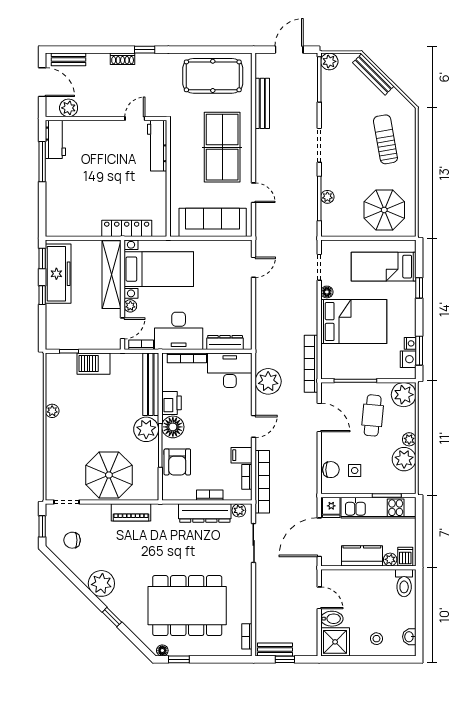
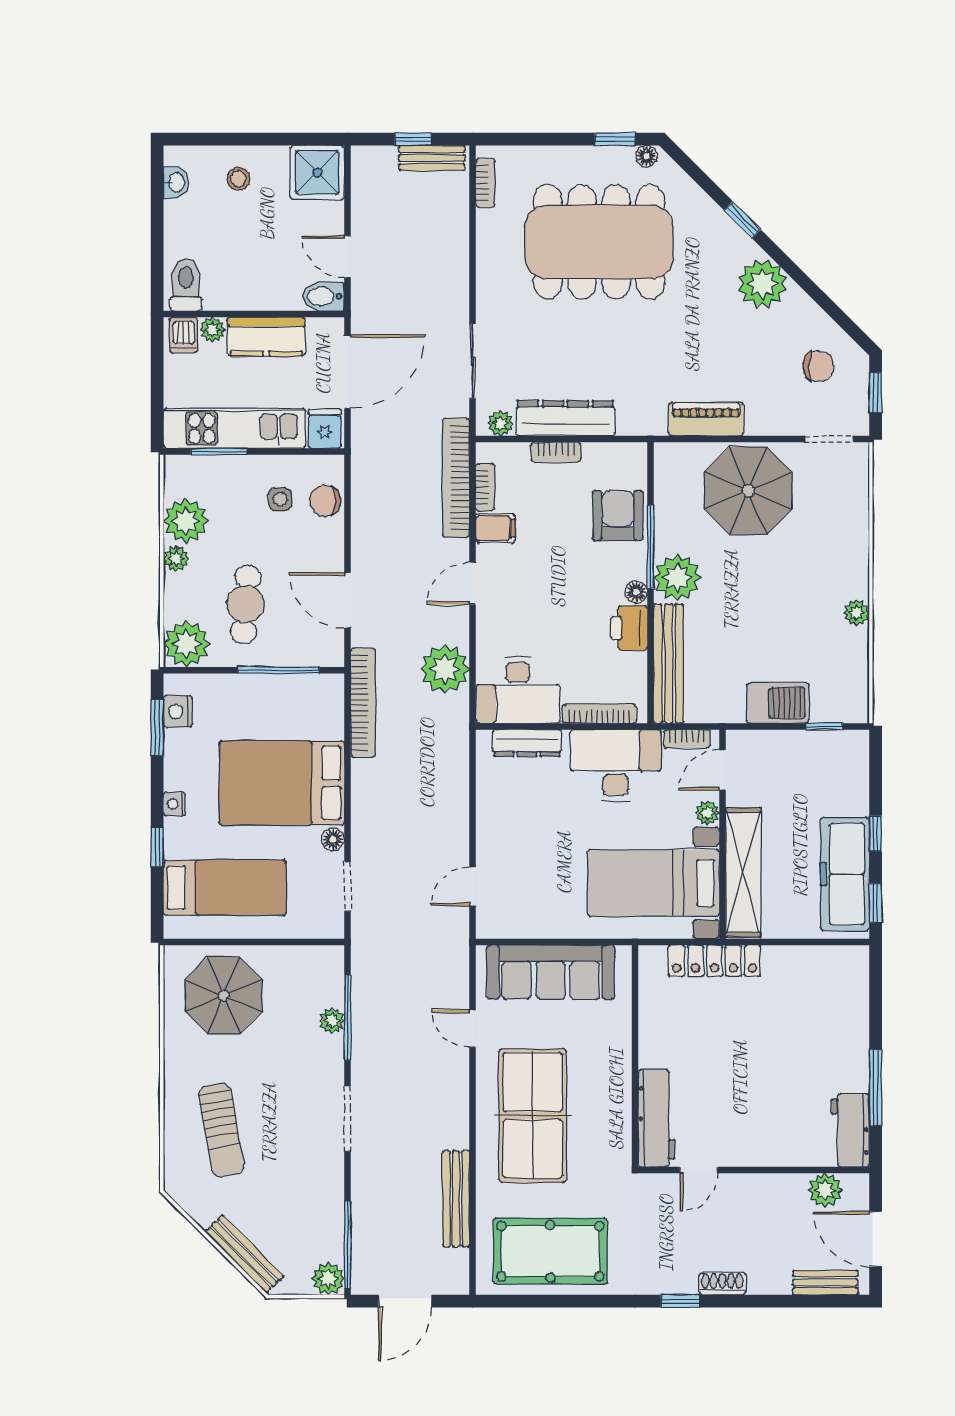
nightstand: (410, 343) -> (174, 804), moved
floor lamp: (173, 427) -> (636, 592), width x0.53, depth x0.53
bidet: (332, 619) -> (323, 296), moved

